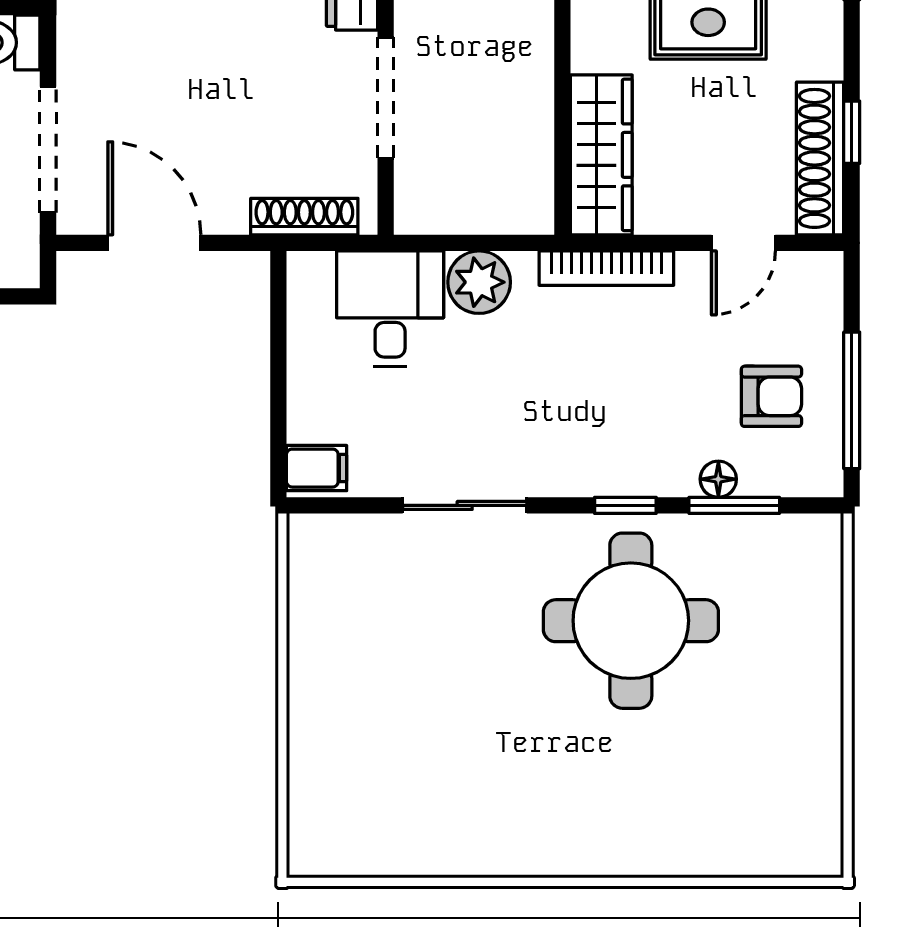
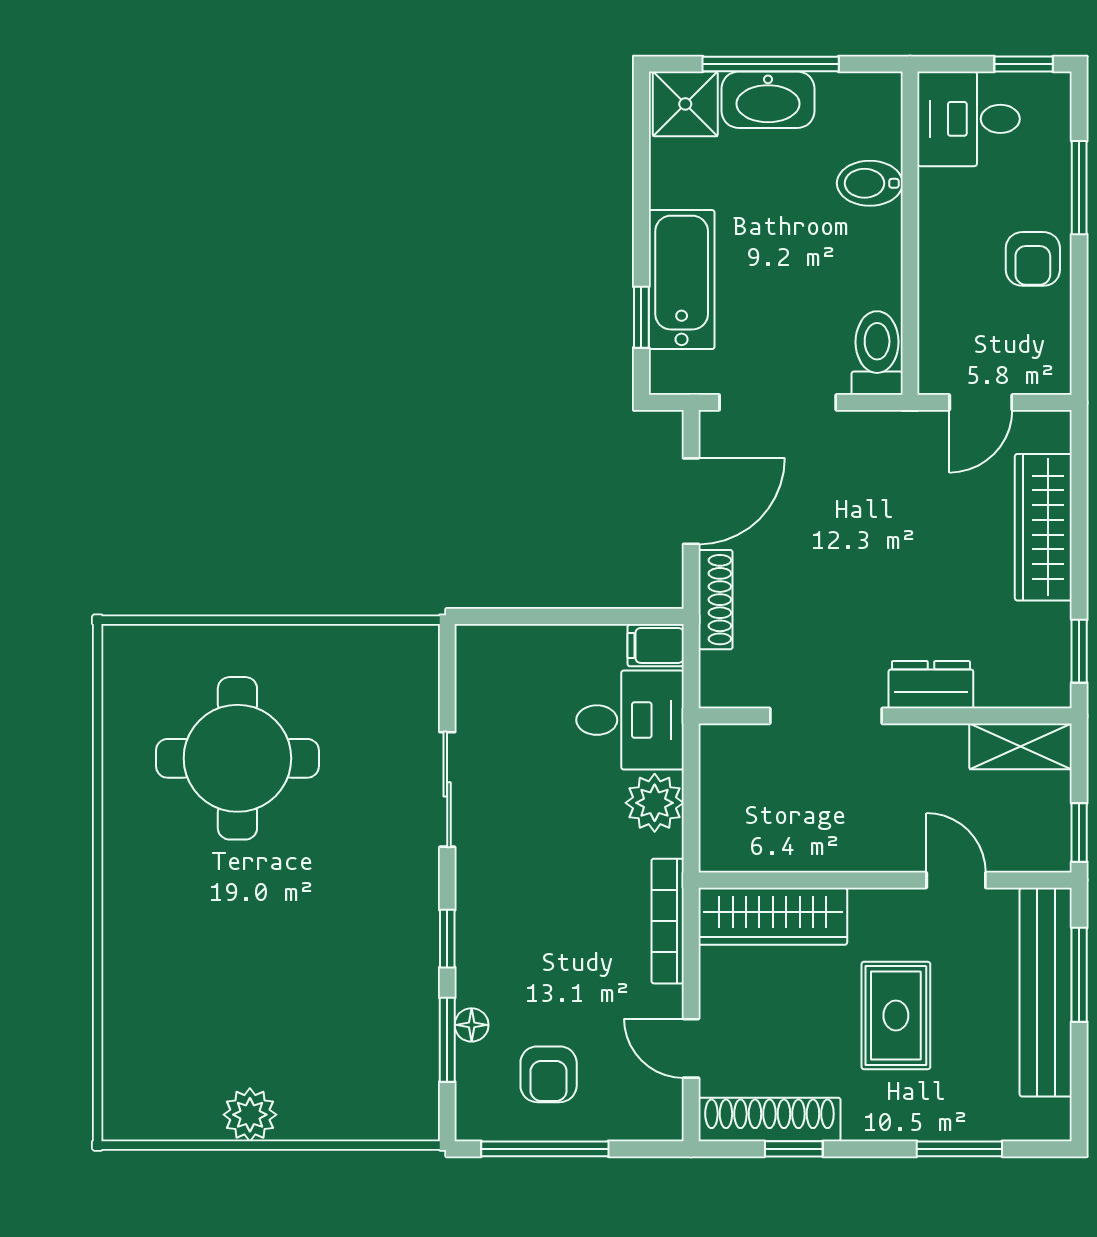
shoe rack: (304, 217) -> (715, 600), moved
filing cabinet: (317, 468) -> (656, 645), moved, turned 90
round table: (631, 621) -> (237, 758), moved
plant: (815, 718) -> (250, 1115), added

